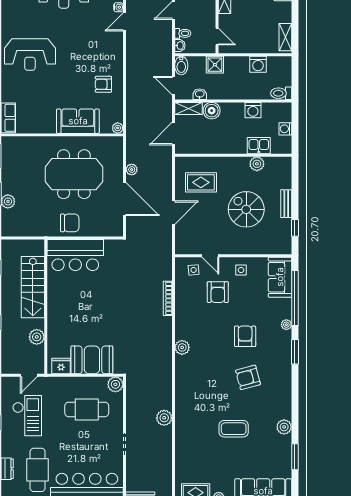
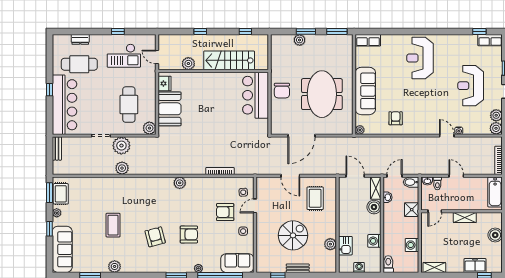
sofa: (78, 121) -> (365, 91), width x1.36
plant: (132, 169) -> (121, 146), moved, width x1.87, depth x1.87

